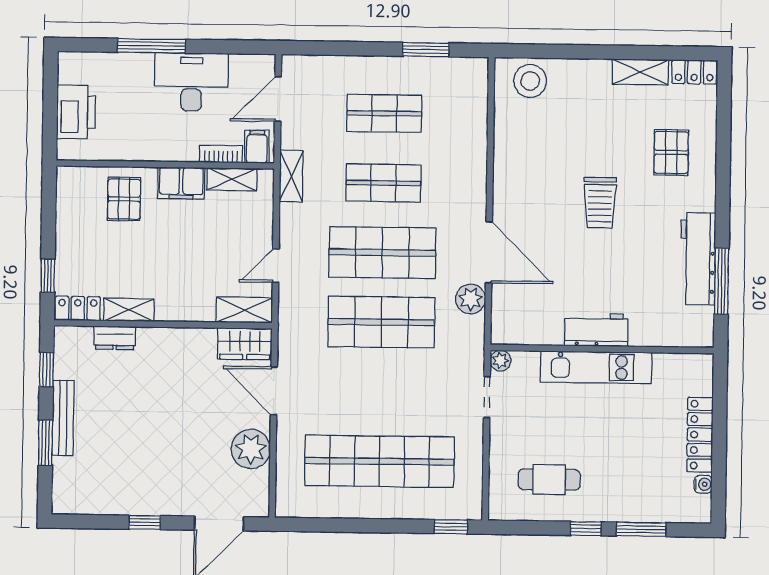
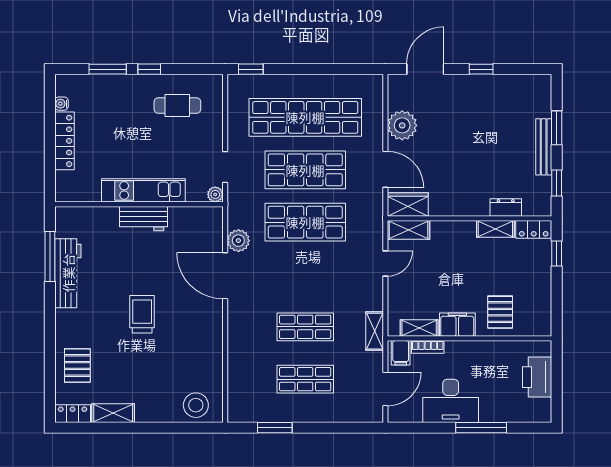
pallet: (671, 152) -> (77, 366), moved
shop shelf: (382, 253) -> (305, 170), moved

